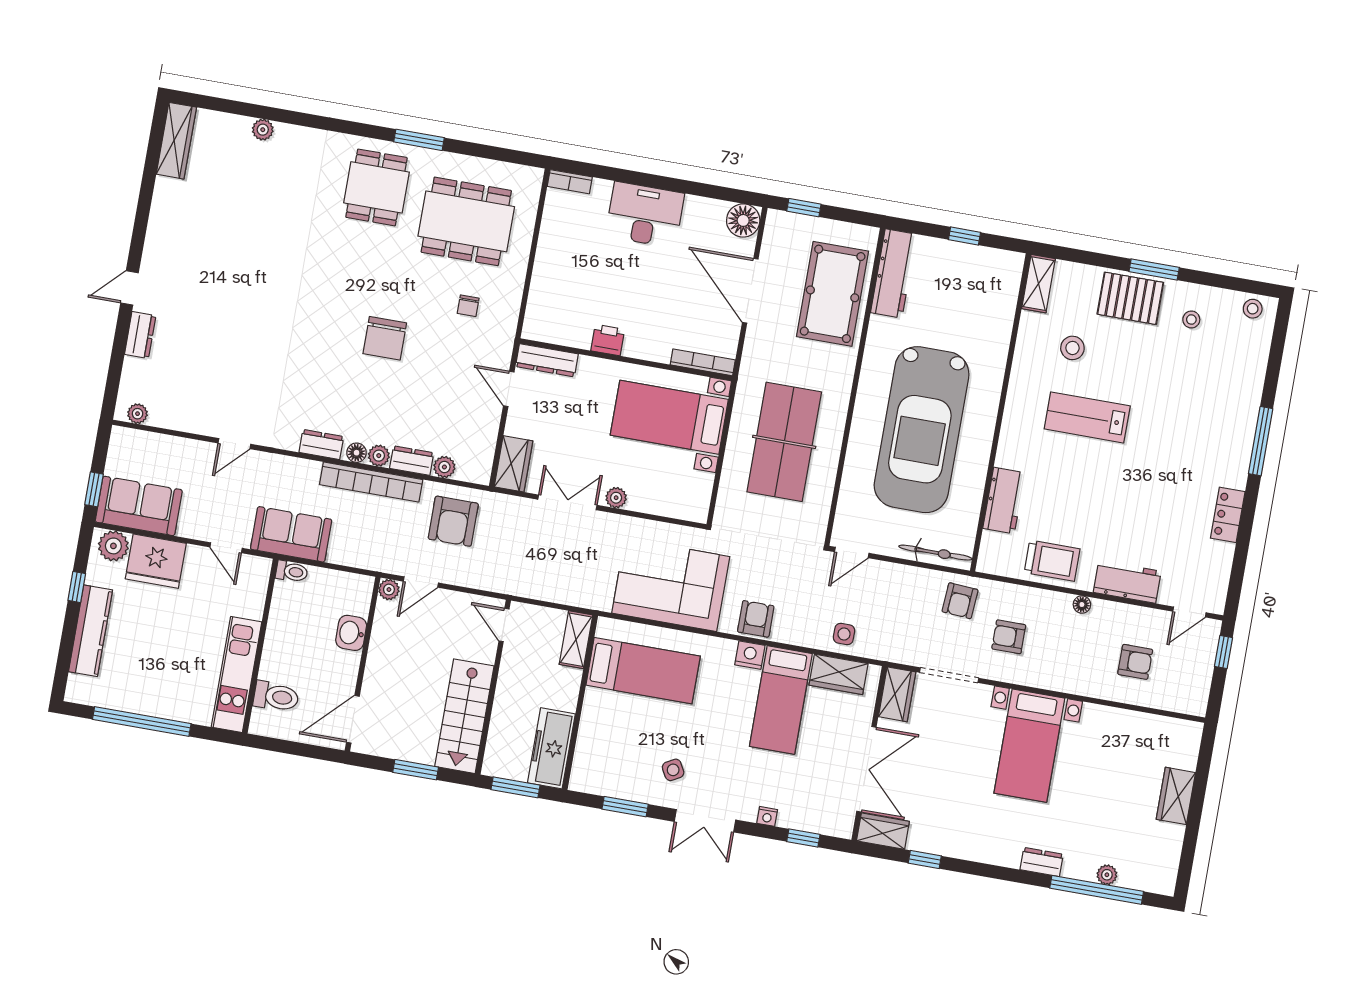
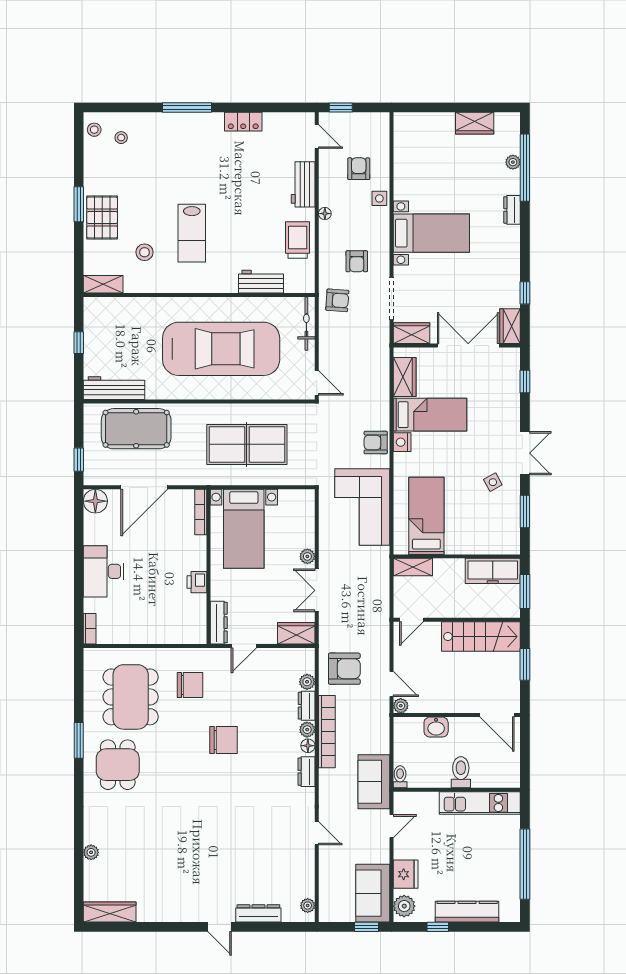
dining table: (377, 187) -> (118, 765), turned 90
chair: (468, 306) -> (190, 685), width x1.87, depth x1.87
stool: (1191, 319) -> (121, 138), moved
dresser: (140, 335) -> (258, 913), width x1.44
fridge: (156, 561) -> (406, 874), width x0.73, depth x0.75
side table: (844, 634) -> (379, 198), moved
toilet: (276, 697) -> (461, 772), moved
wardrobe: (1176, 796) -> (475, 123), moved
nightstand: (767, 816) -> (514, 410), removed

